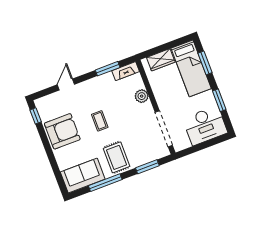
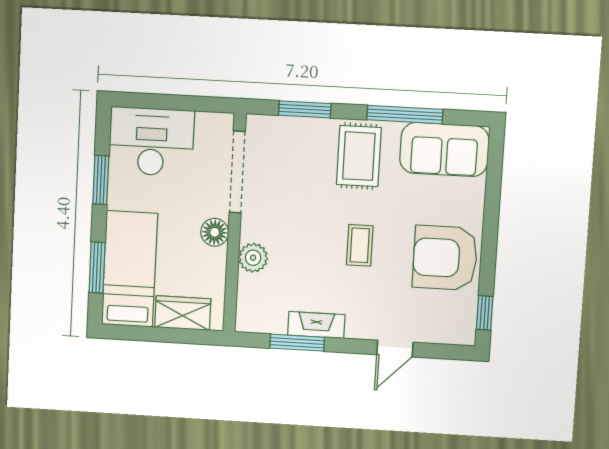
fireplace: (126, 71) -> (316, 325), moved
floor lamp: (162, 100) -> (215, 232), added

